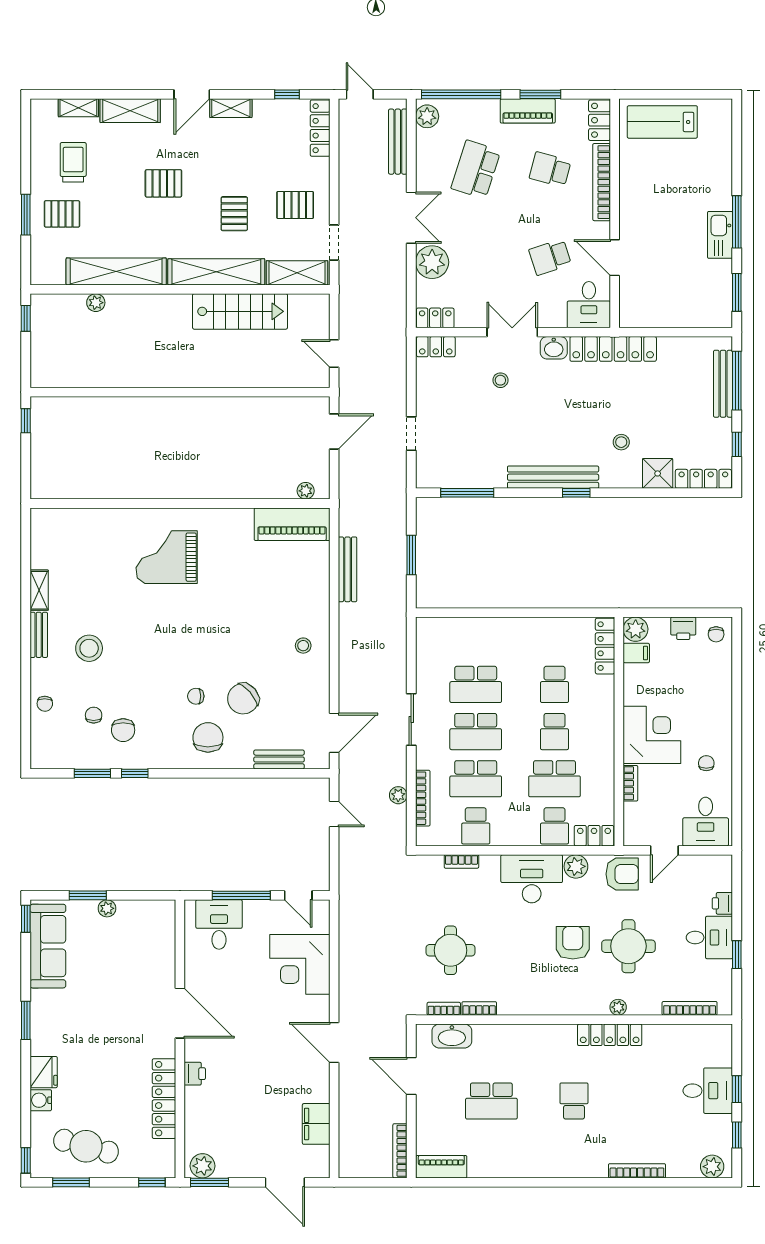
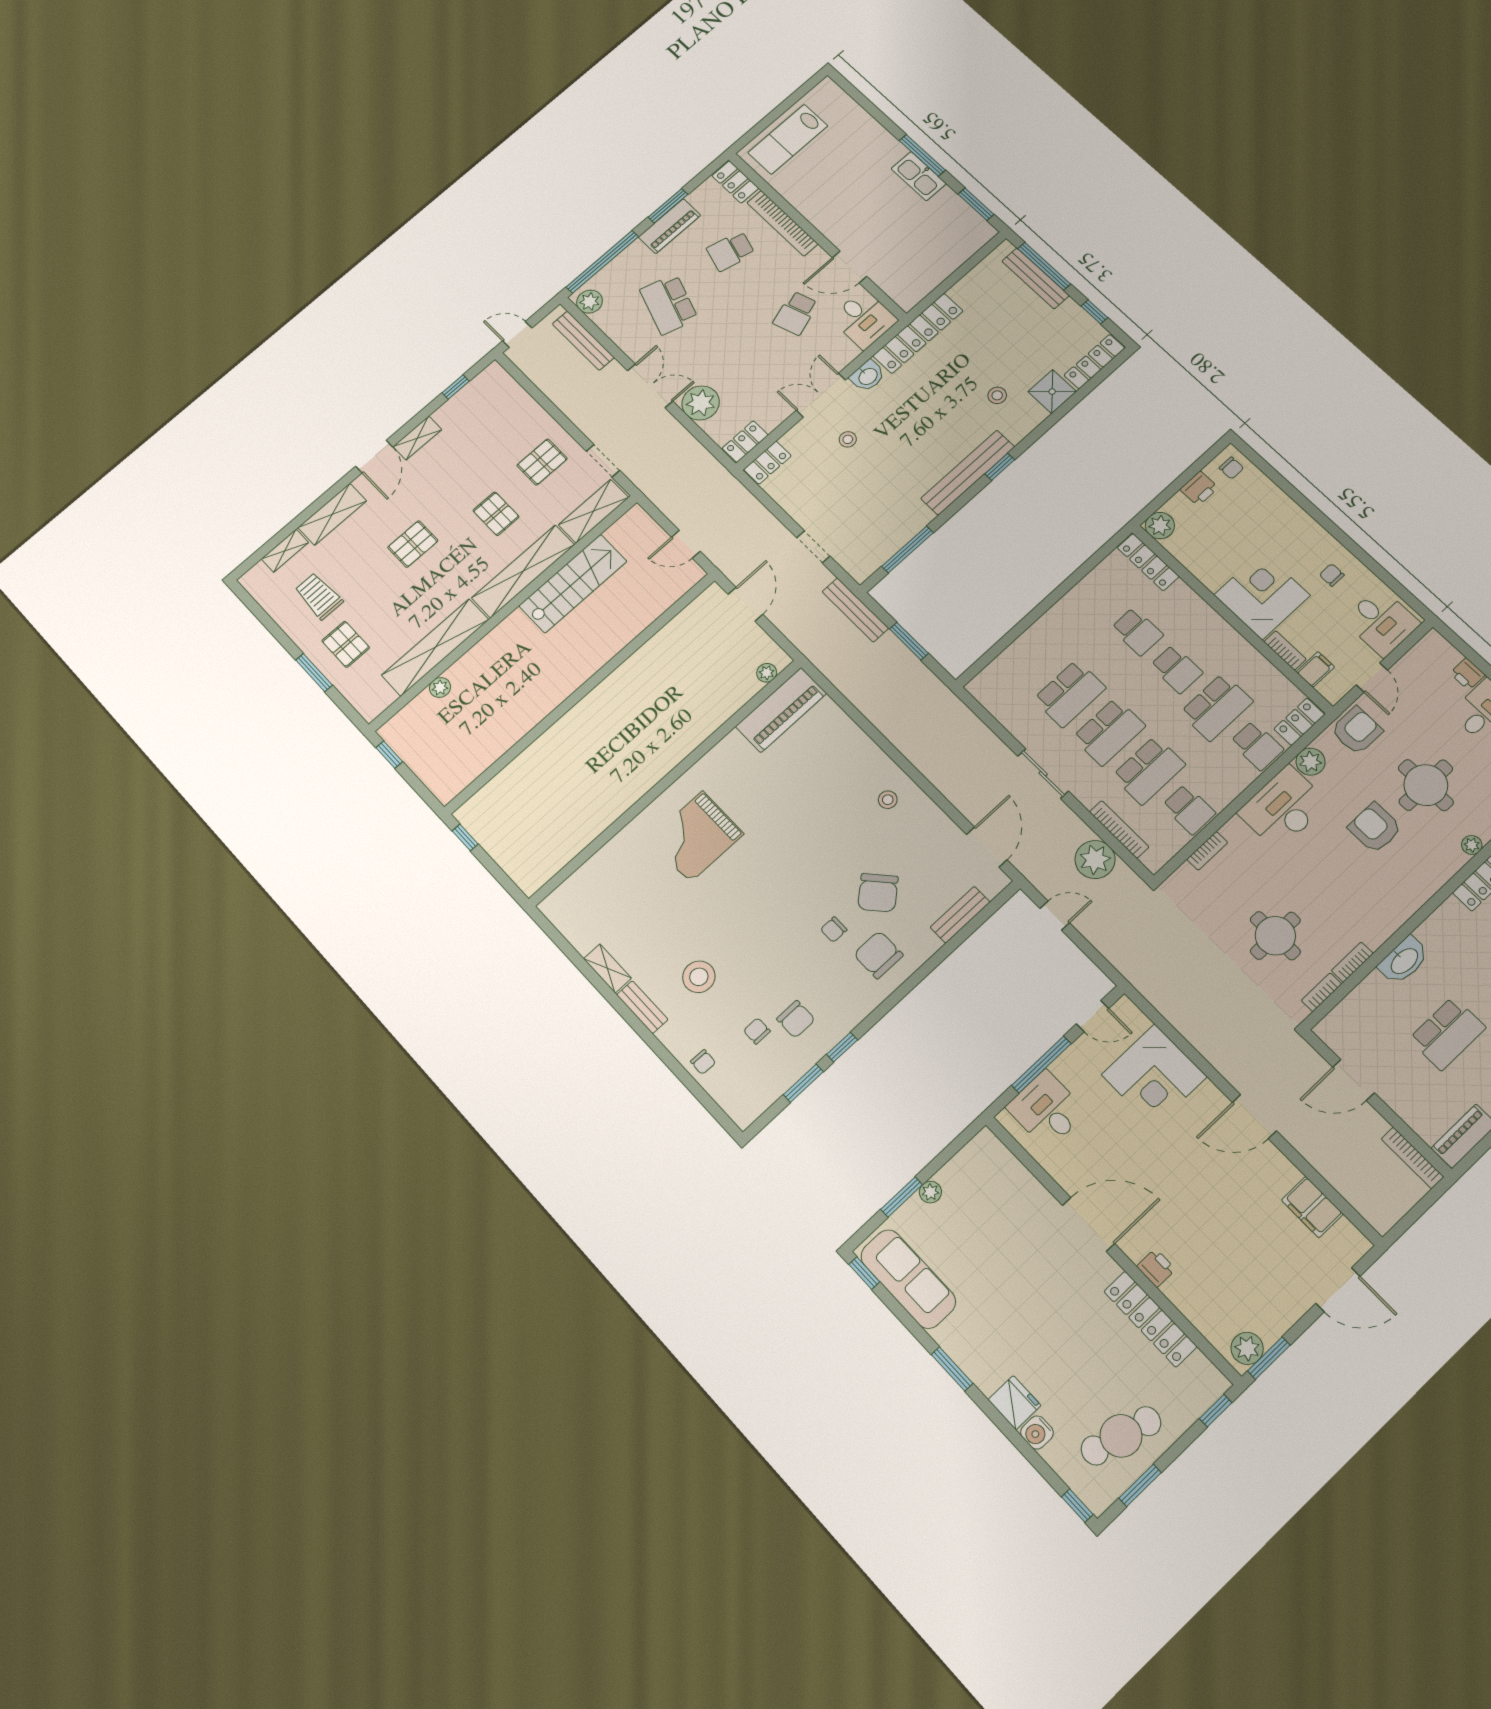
locker: (320, 128) -> (508, 387), removed
pallet: (62, 214) -> (346, 644), turned 90
bench: (348, 569) -> (855, 610), moved
filing cabinet: (636, 653) -> (1315, 669), moved
plant: (398, 795) -> (1095, 860), width x1.88, depth x1.88
washbasin: (452, 1036) -> (1404, 960), moved

